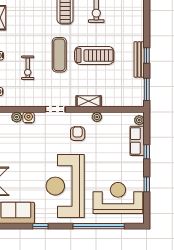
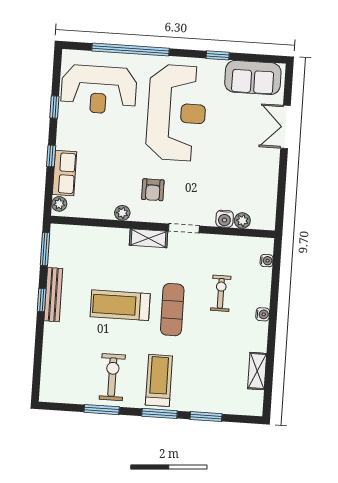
shelving: (89, 101) -> (148, 238), moved

